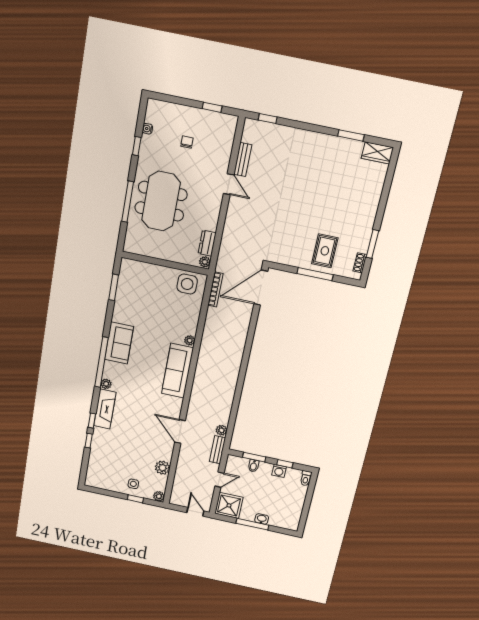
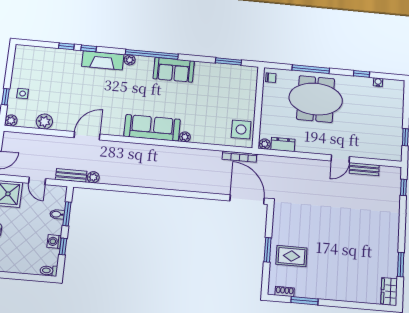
chair: (187, 142) -> (271, 78), moved
window: (315, 274) -> (268, 250), width x0.69

